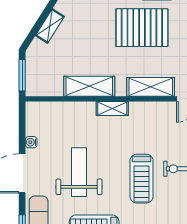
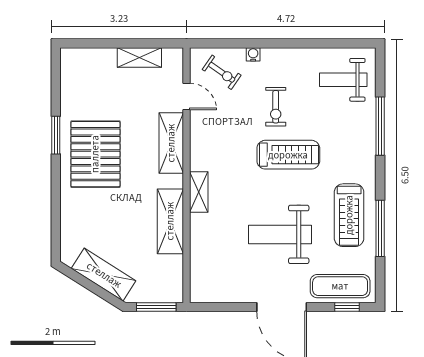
shelving: (50, 26) -> (104, 275), width x1.50, depth x1.33
water cooler: (31, 142) -> (242, 295), removed

